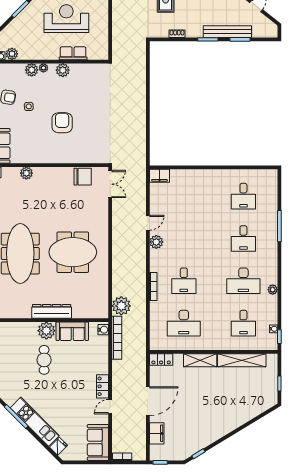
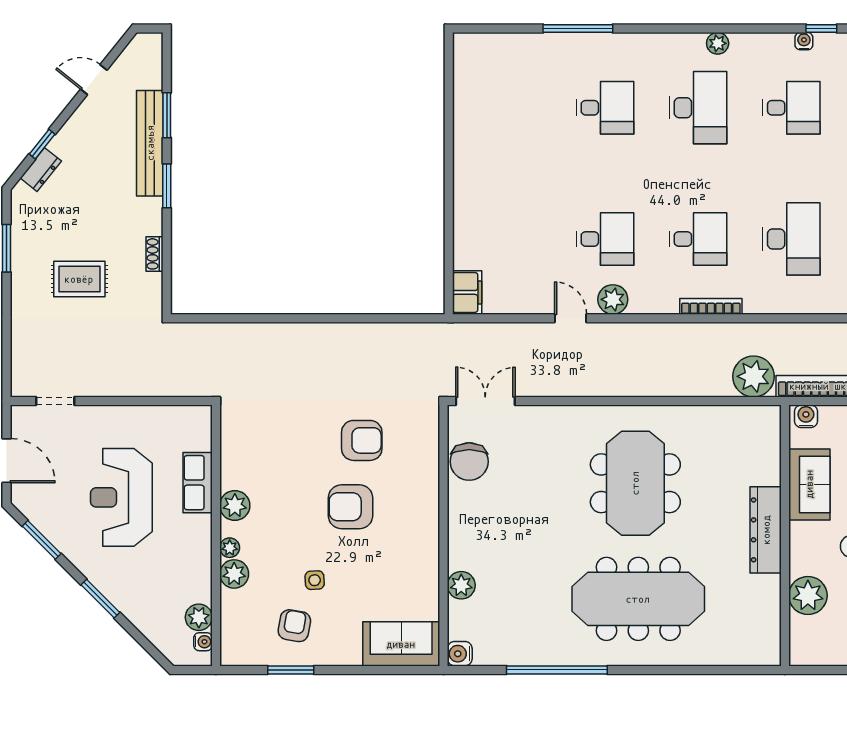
armchair: (92, 128) -> (362, 440), added
chair: (83, 177) -> (469, 462), turned 180
desk: (243, 196) -> (605, 239), moved
plant: (46, 331) -> (808, 595), moved

